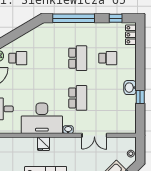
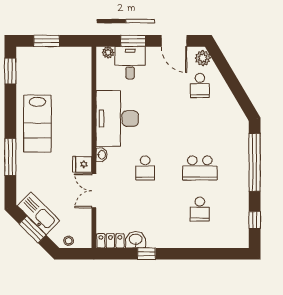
locker: (131, 35) -> (110, 241), moved
washbasin: (130, 88) -> (136, 240), moved
school desk: (78, 98) -> (145, 168), width x0.54
fridge: (44, 144) -> (82, 164), moved

